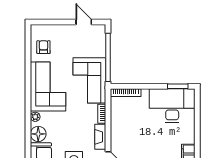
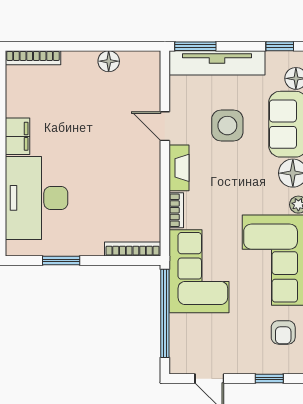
window: (51, 22) -> (269, 379), added
window: (178, 86) -> (61, 260), moved
desk: (172, 106) -> (36, 198), moved, turned 90

